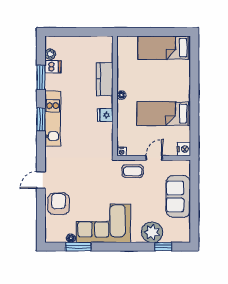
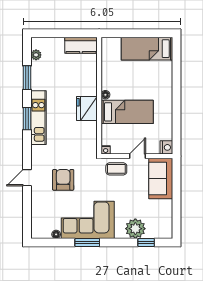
dishwasher: (53, 67) -> (39, 67), removed
kitchen counter: (105, 79) -> (81, 45), moved, turned -90
bed: (164, 114) -> (127, 112), moved, turned 180
fridge: (105, 115) -> (87, 109), width x1.88, depth x1.34
sofa: (178, 196) -> (161, 178), moved
armchair: (59, 204) -> (63, 180), moved
window: (78, 247) -> (87, 243), moved

